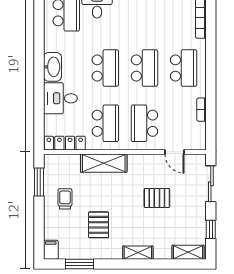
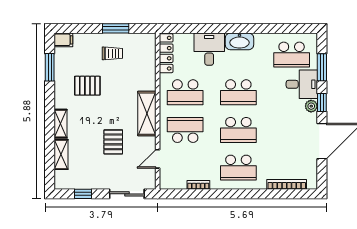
shelving: (104, 163) -> (147, 114), moved
window: (39, 182) -> (116, 28), moved
shelving: (188, 252) -> (61, 154), moved

